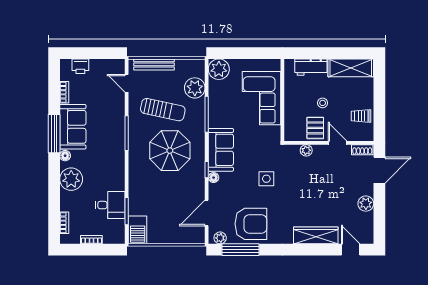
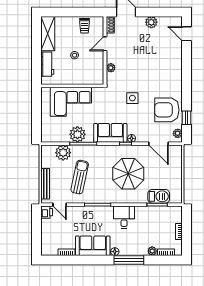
printer: (80, 66) -> (47, 212), moved
plant: (219, 69) -> (77, 134), moved
door: (127, 83) -> (60, 205), hinge flipped
pallet: (315, 128) -> (94, 61), removed
window: (54, 134) -> (129, 260), moved
parasol: (170, 151) -> (128, 174), moved
plant: (71, 179) -> (152, 251), moved, width x0.53, depth x0.53
desk: (110, 205) -> (124, 217), moved
armchair: (251, 224) -> (167, 110), turned -90
barbecue: (138, 230) -> (159, 196), moved
wardrobe: (316, 235) -> (176, 60), removed
window: (241, 250) -> (187, 118), width x0.46
door: (351, 250) -> (187, 34), hinge flipped

